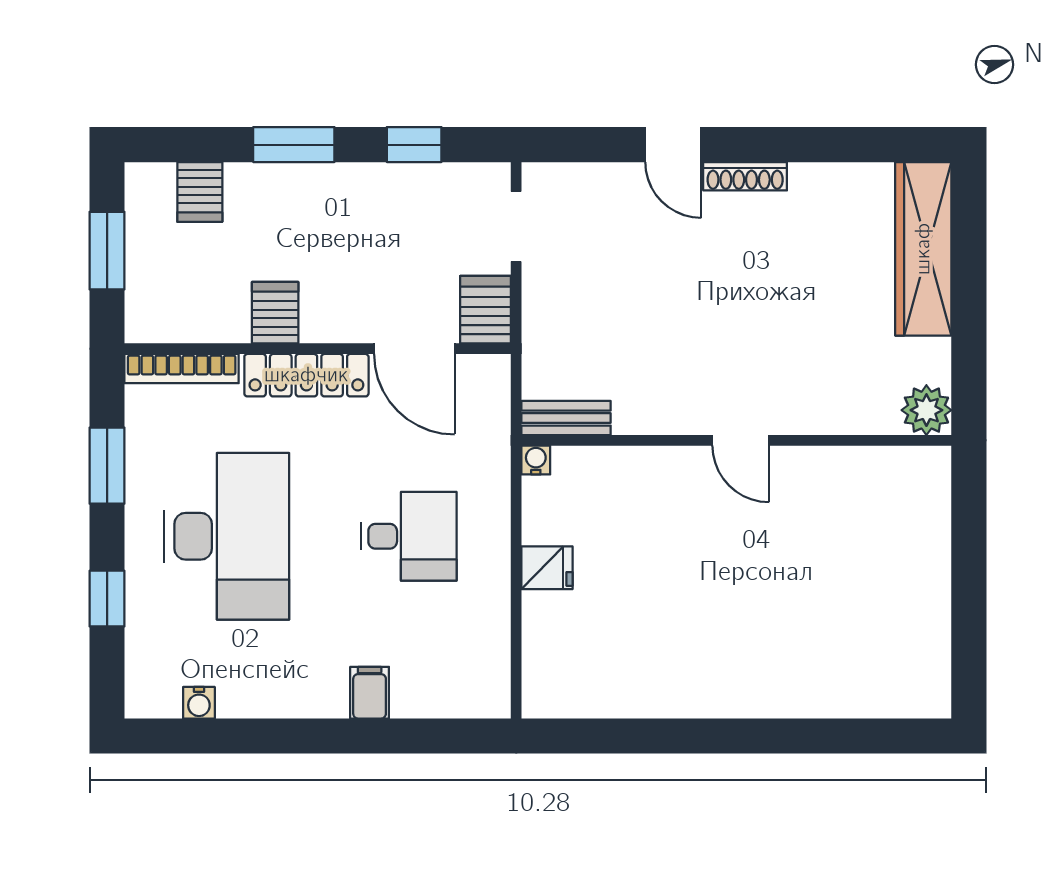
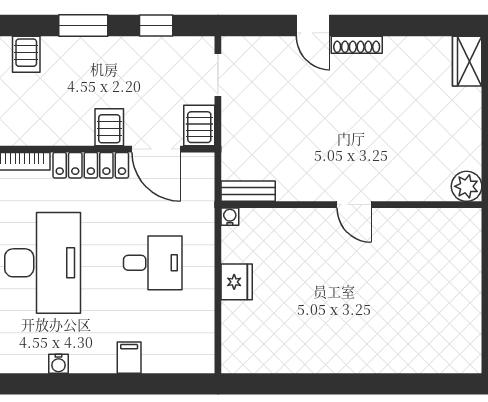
wardrobe: (923, 249) -> (467, 61), width x0.48, depth x0.85
server rack: (275, 313) -> (109, 127), moved
fridge: (547, 568) -> (237, 282), width x1.38
water cooler: (199, 703) -> (58, 364), moved

